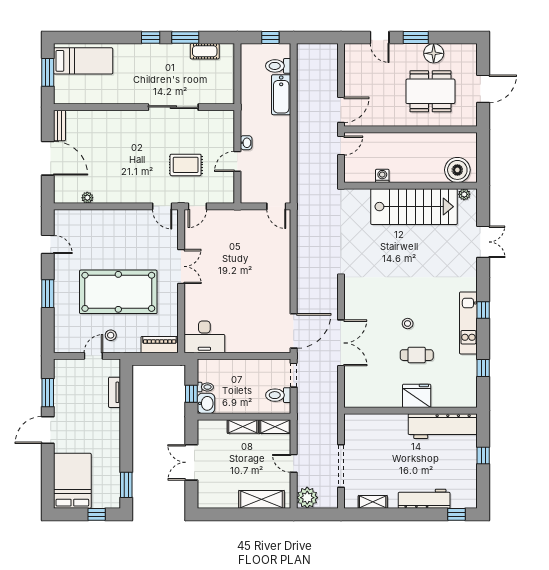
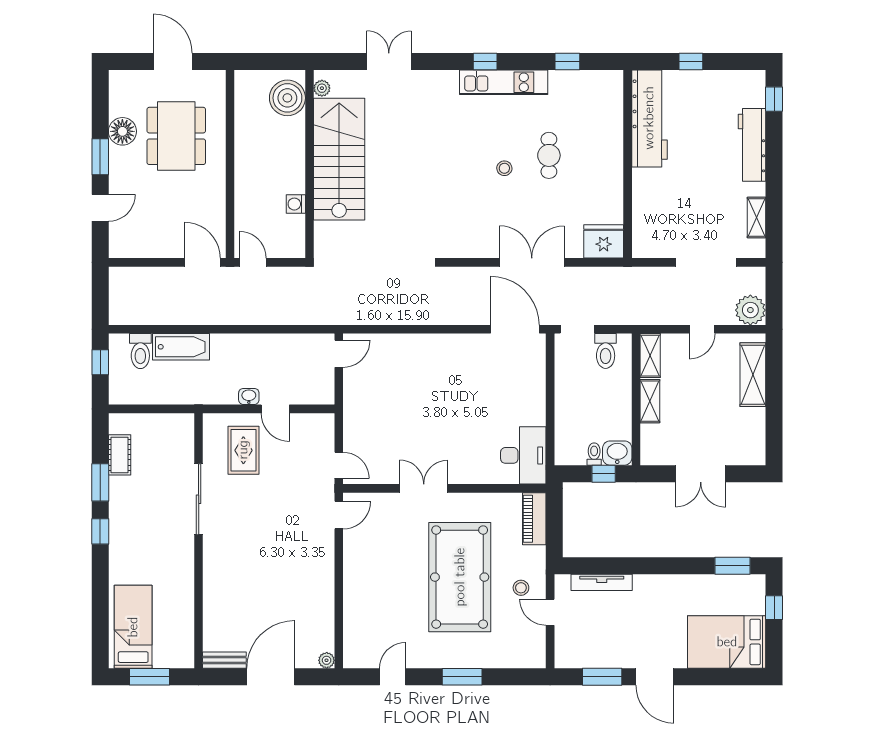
rug: (186, 165) -> (243, 450), moved
plant: (87, 198) -> (327, 660), moved
tv unit: (115, 392) -> (602, 582), width x1.41
fridge: (417, 396) -> (604, 241), moved, turned 90

